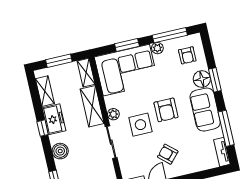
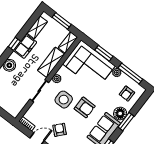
armchair: (166, 110) -> (85, 107), turned -90

